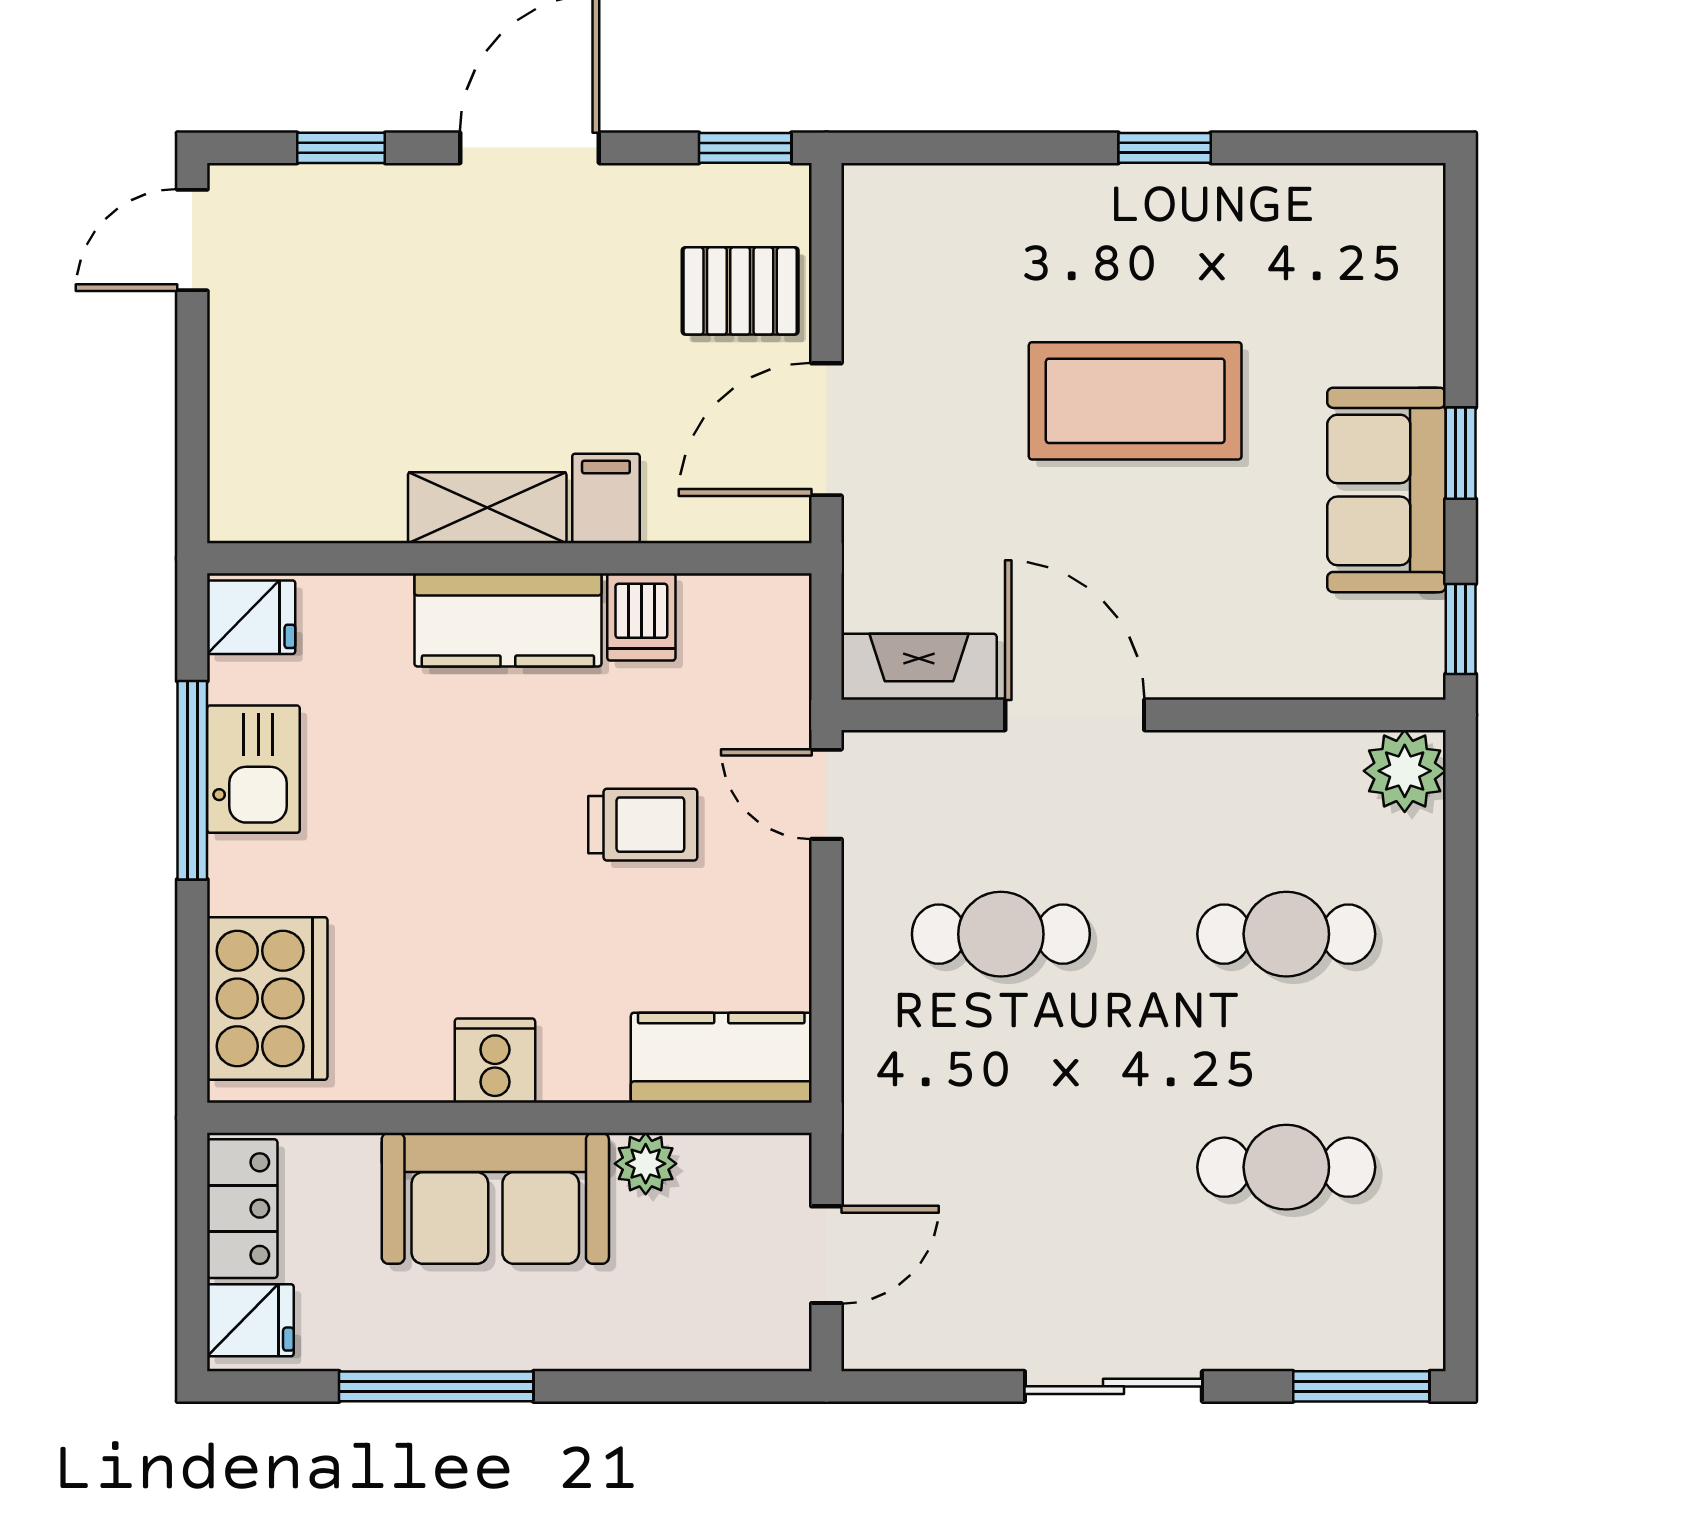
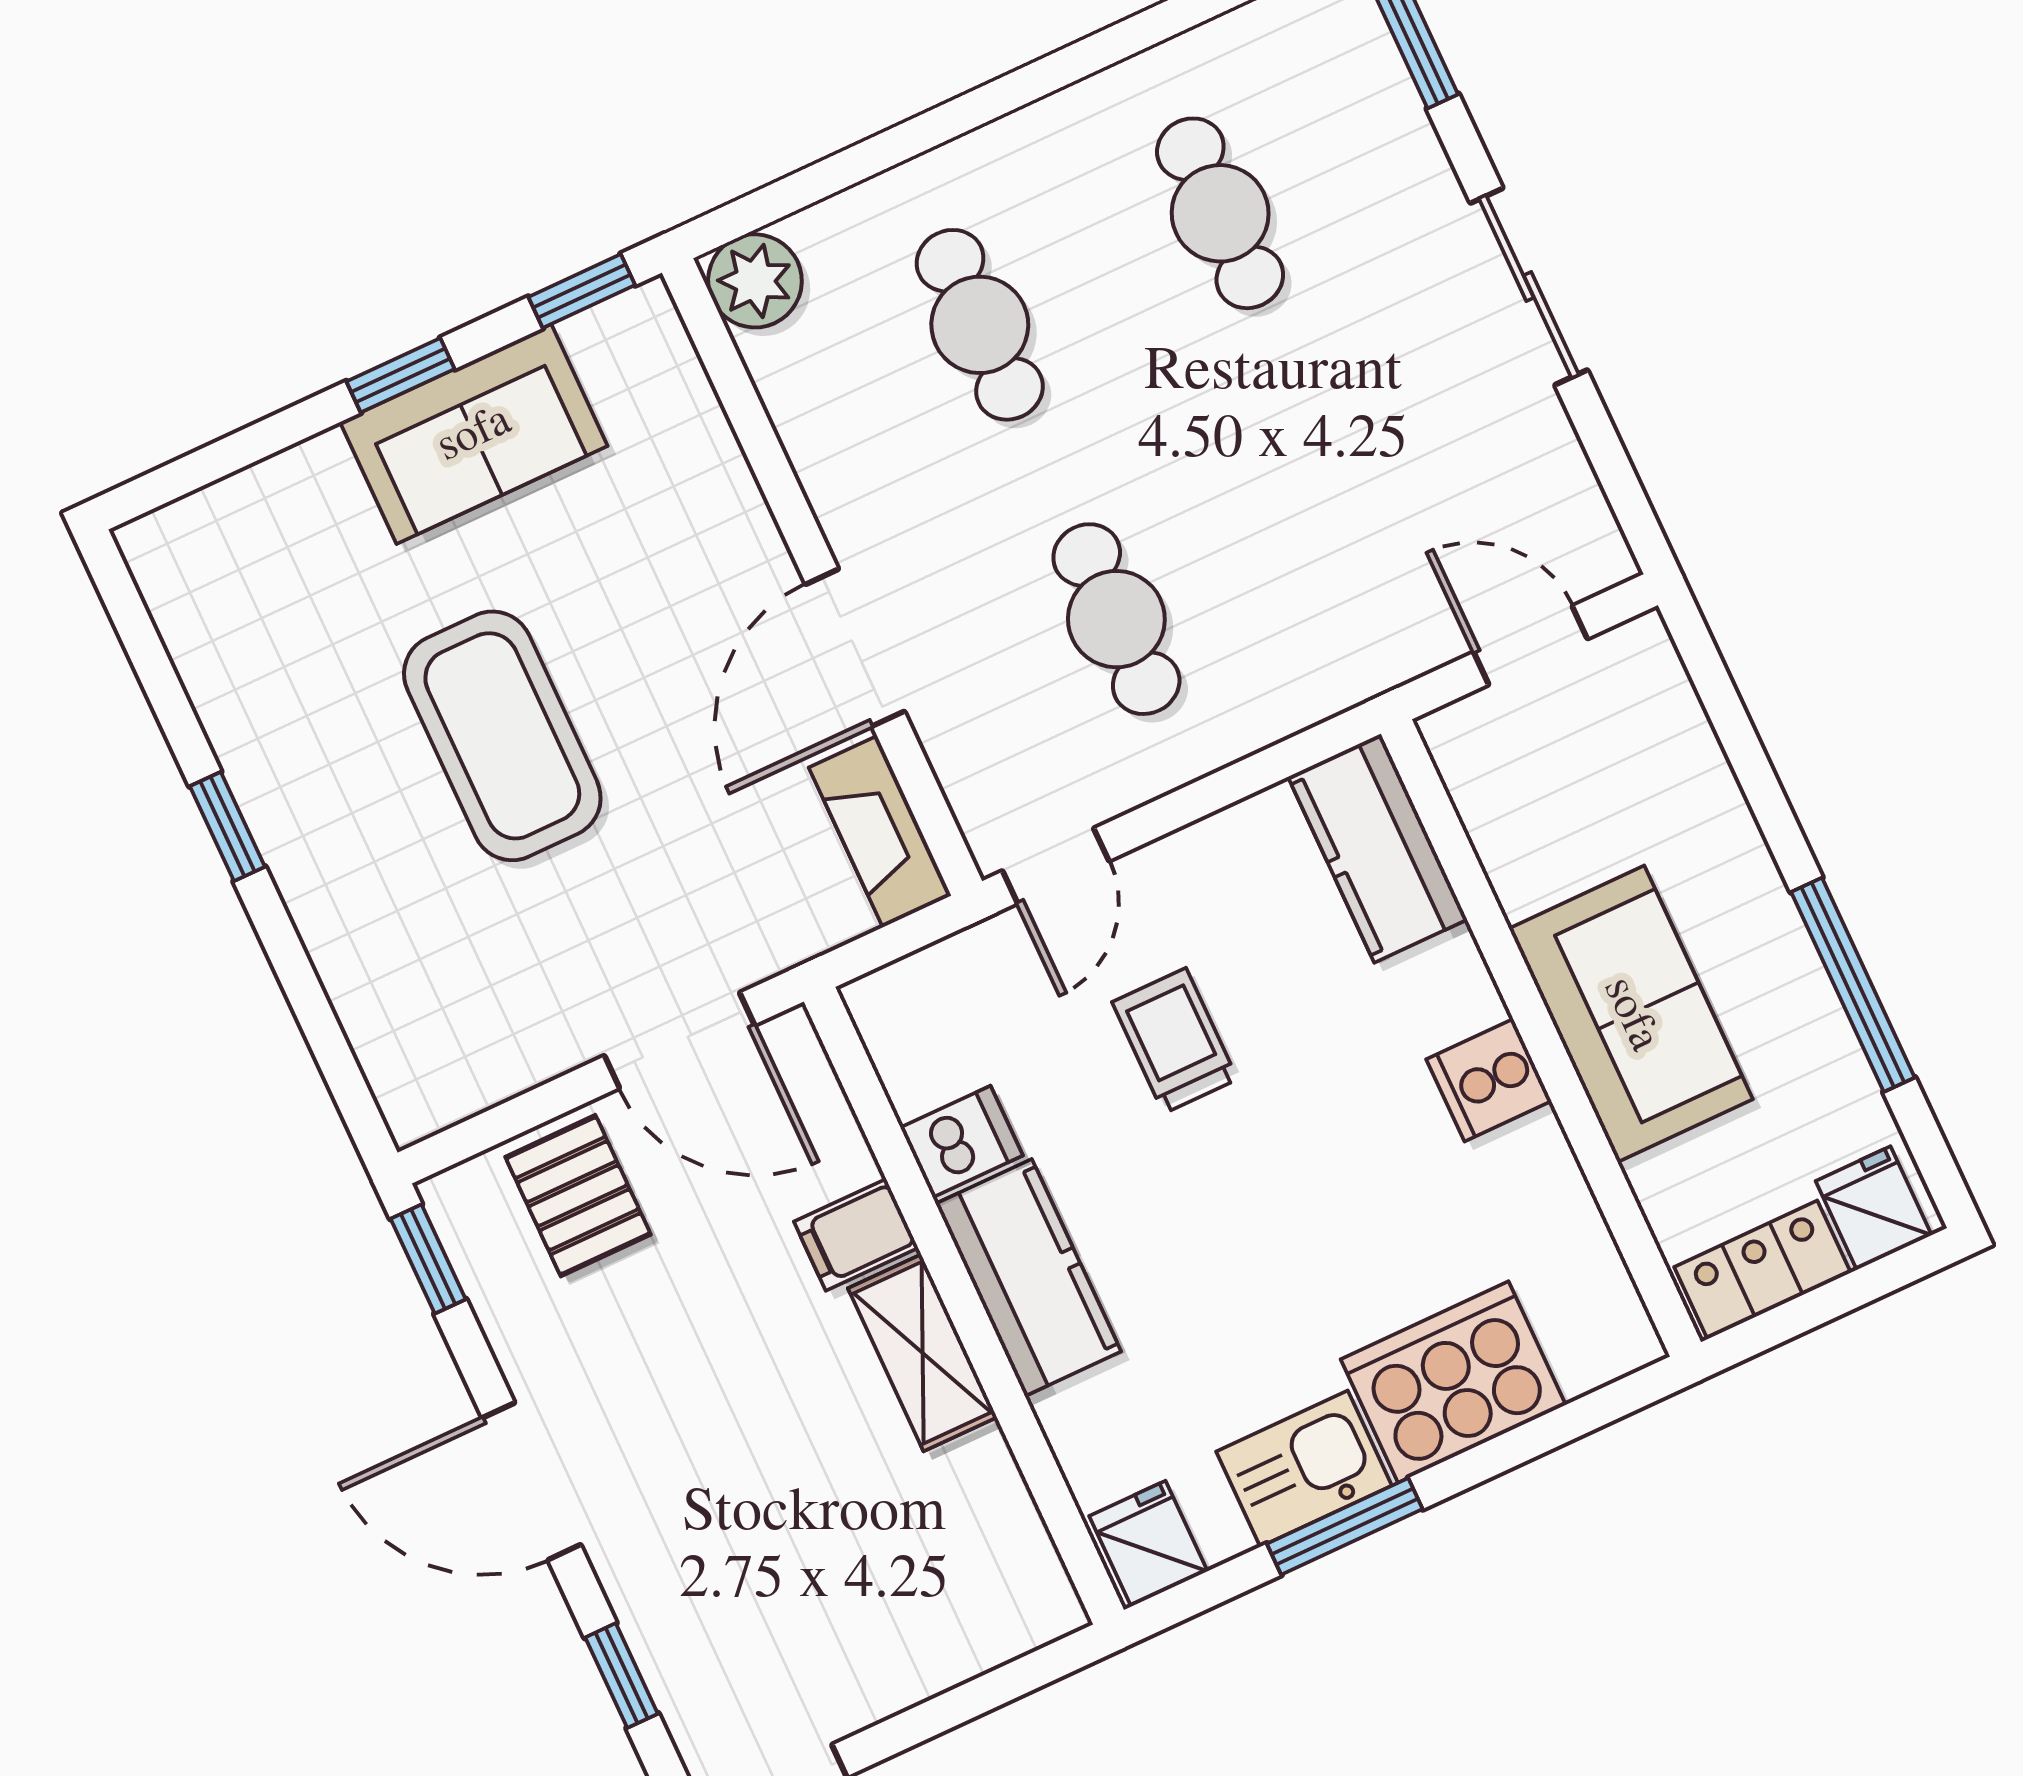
window: (192, 780) -> (1345, 1526), width x0.69
cooker: (267, 998) -> (1453, 1382), moved
plant: (646, 1164) -> (1523, 876), removed

